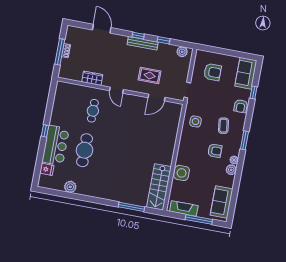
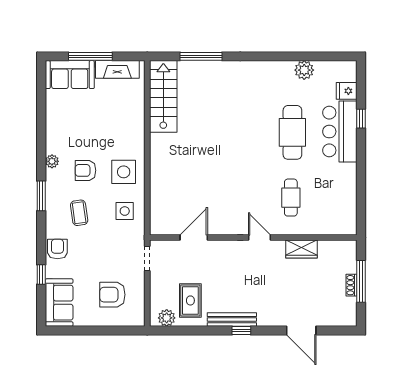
window: (164, 40) -> (200, 331), removed
rug: (150, 76) -> (190, 300), moved, turned 90
window: (45, 131) -> (361, 119), moved
plant: (231, 170) -> (54, 145), removed
side table: (182, 173) -> (124, 172), moved
sofa: (222, 202) -> (70, 75), moved, turned 90

